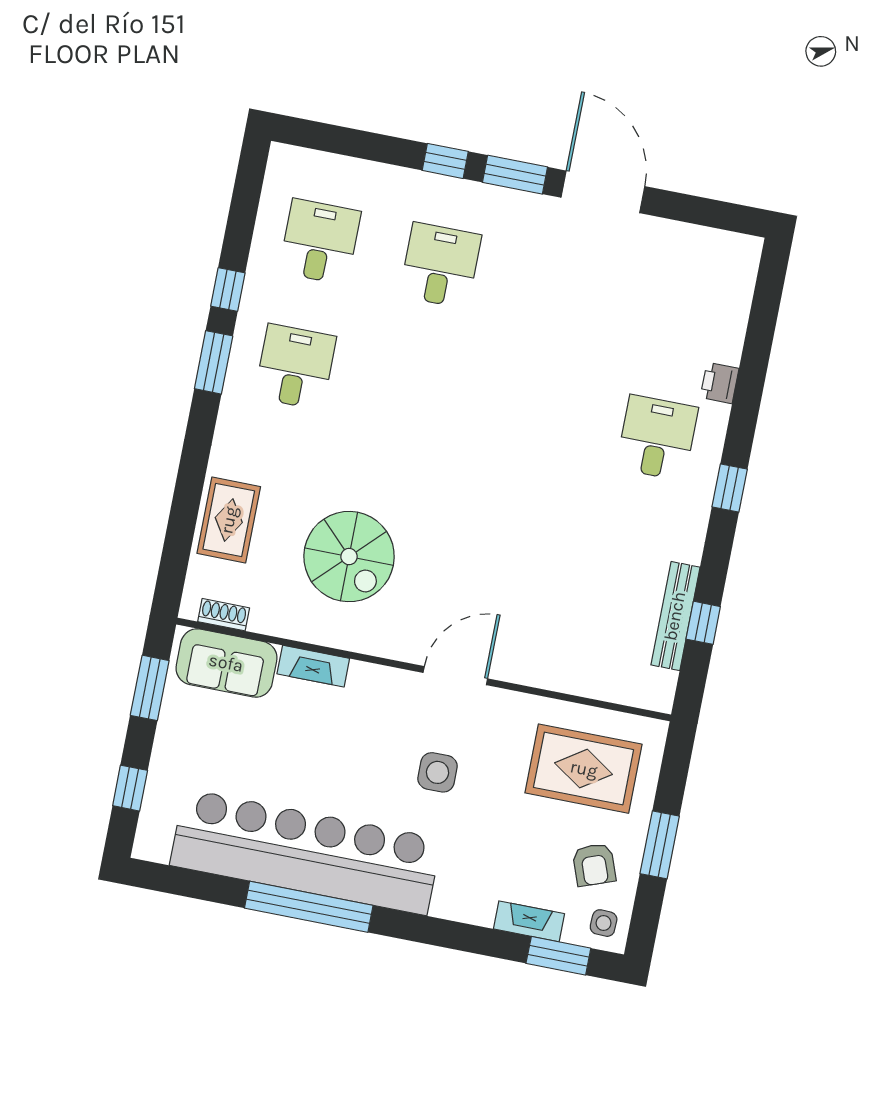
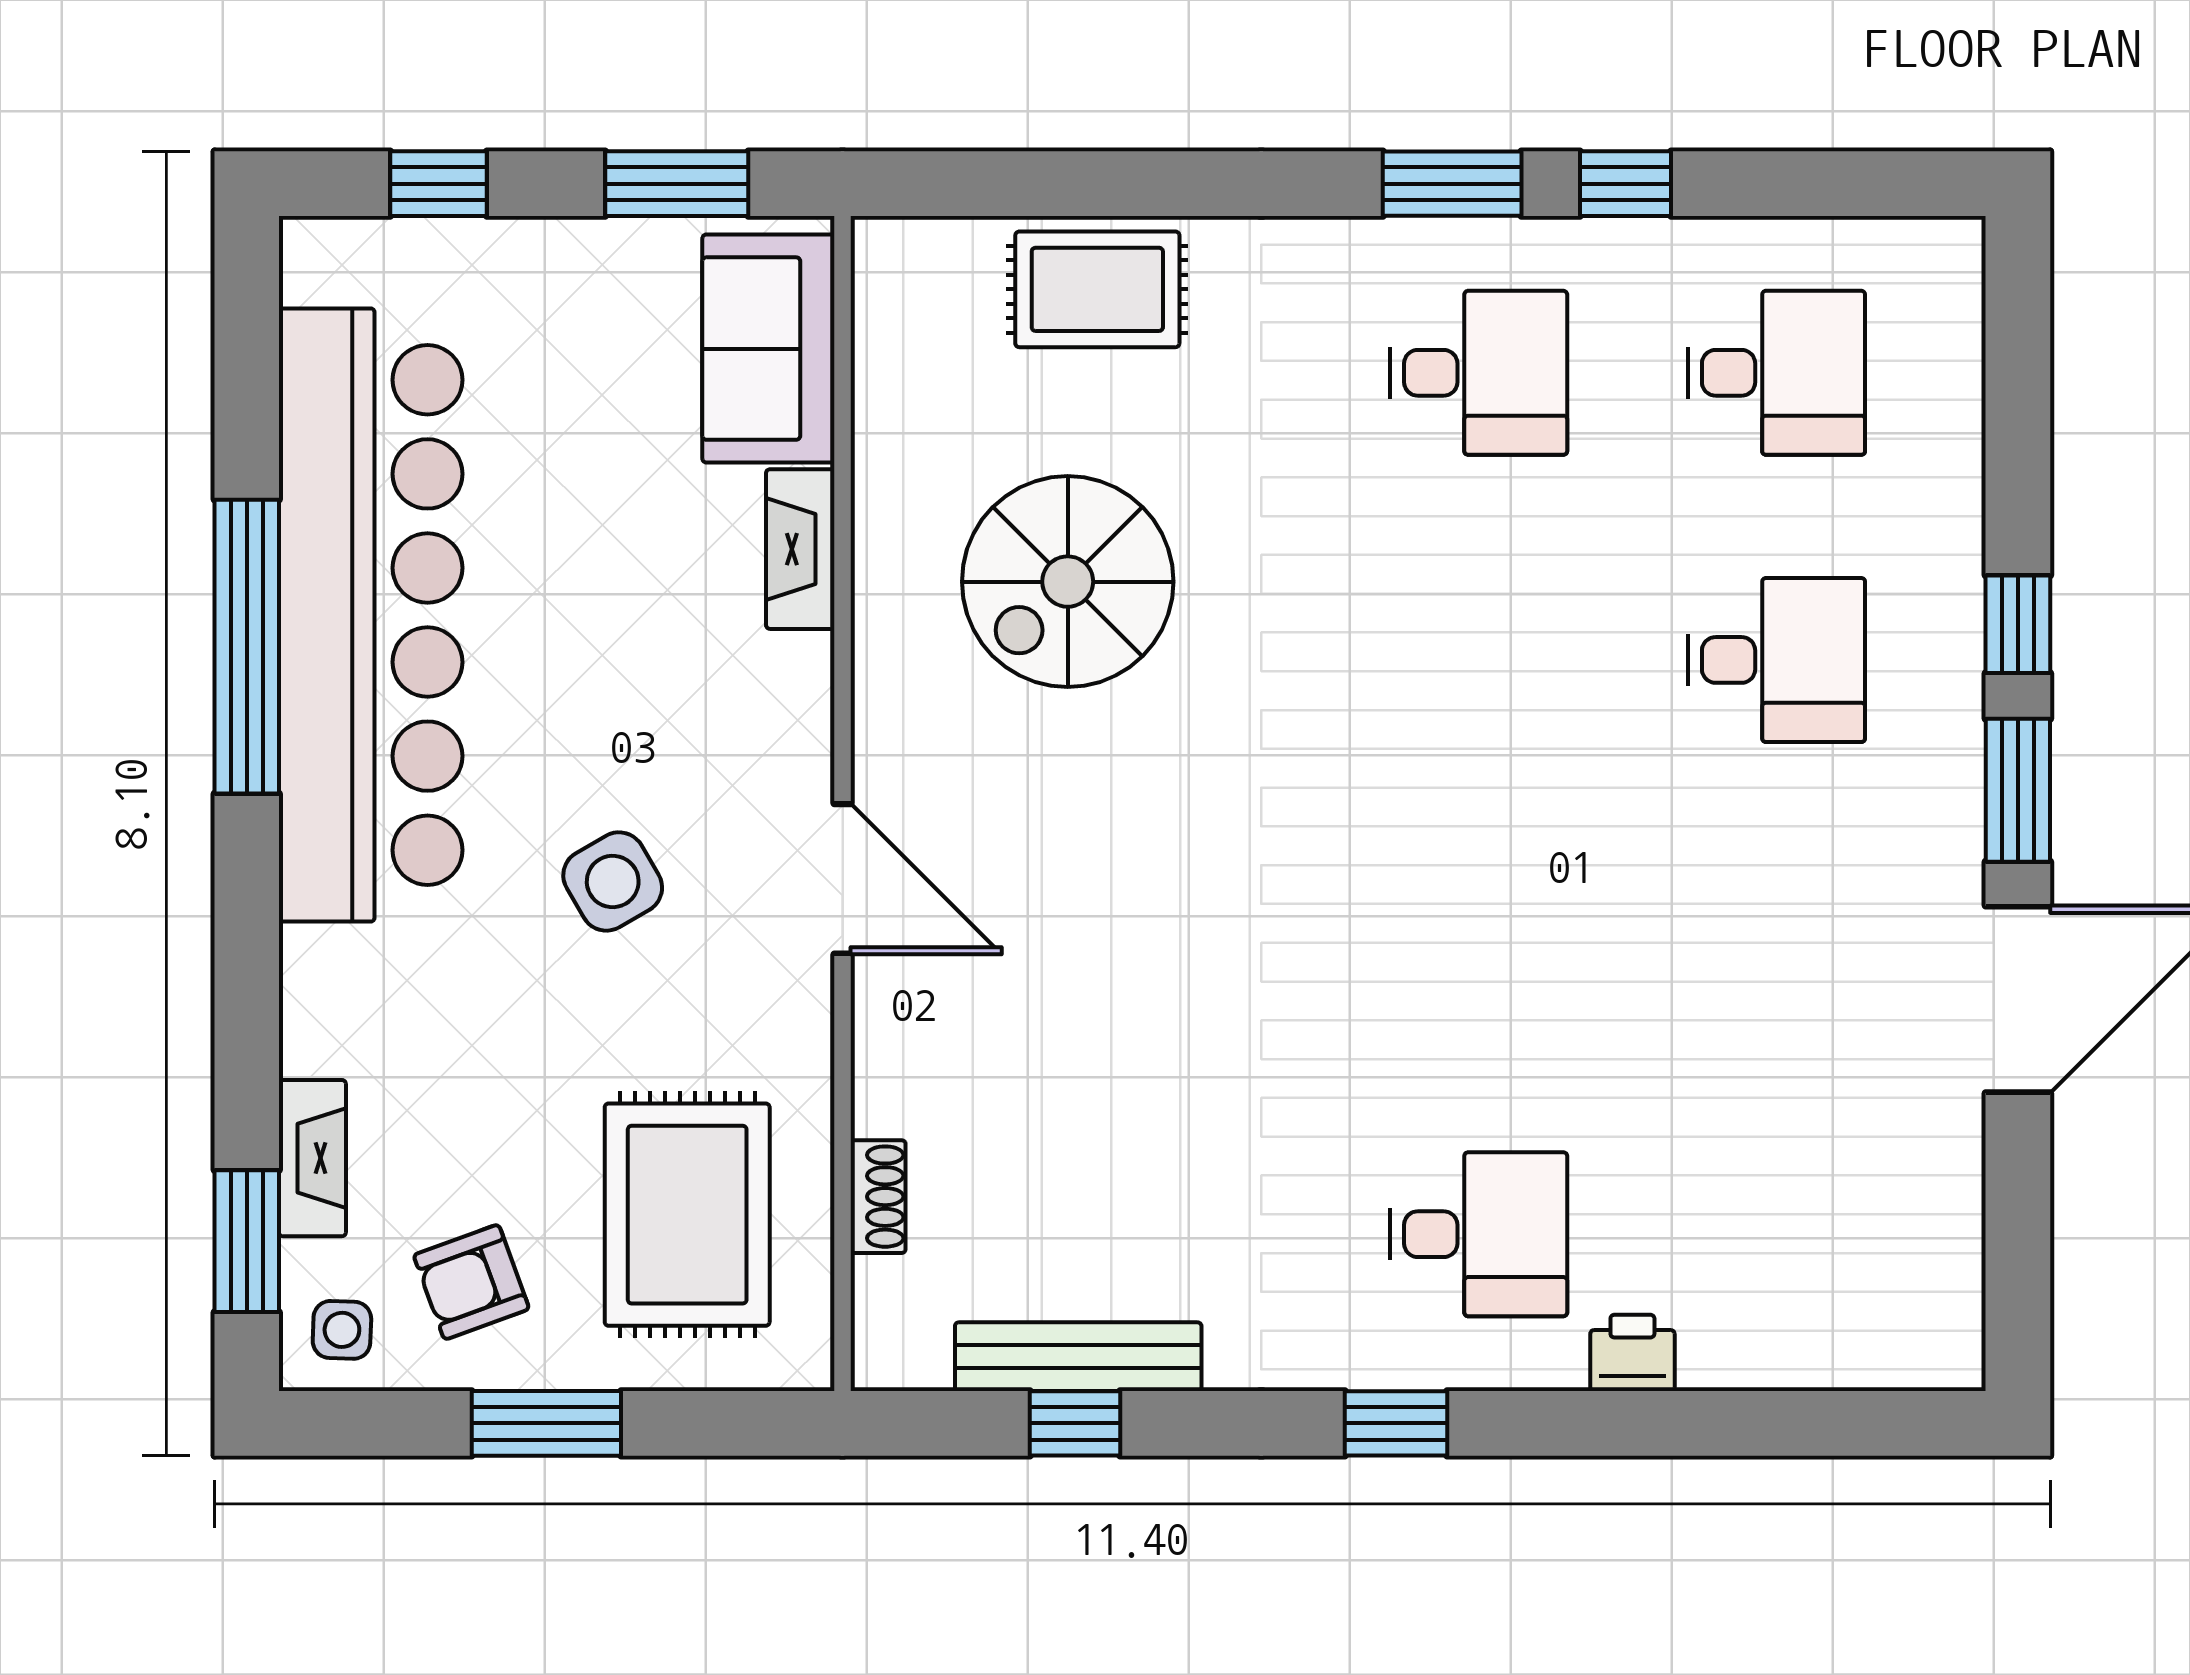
shoe rack: (224, 615) -> (878, 1197), moved
side table: (437, 772) -> (613, 881), turned -30

